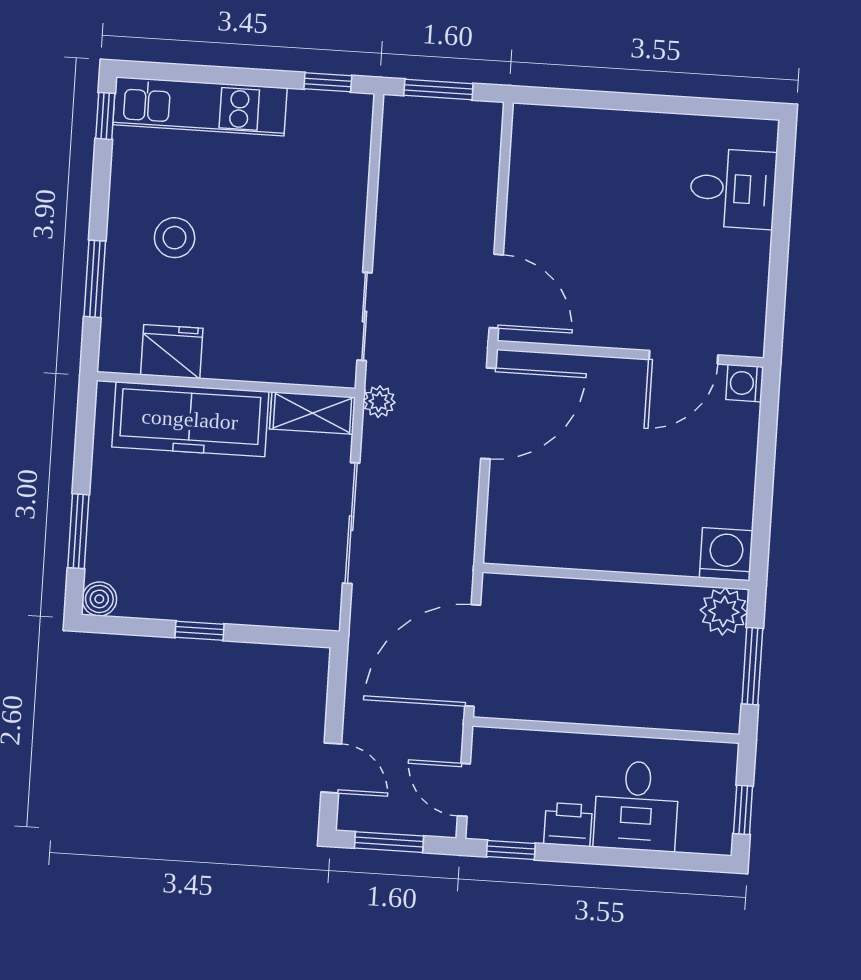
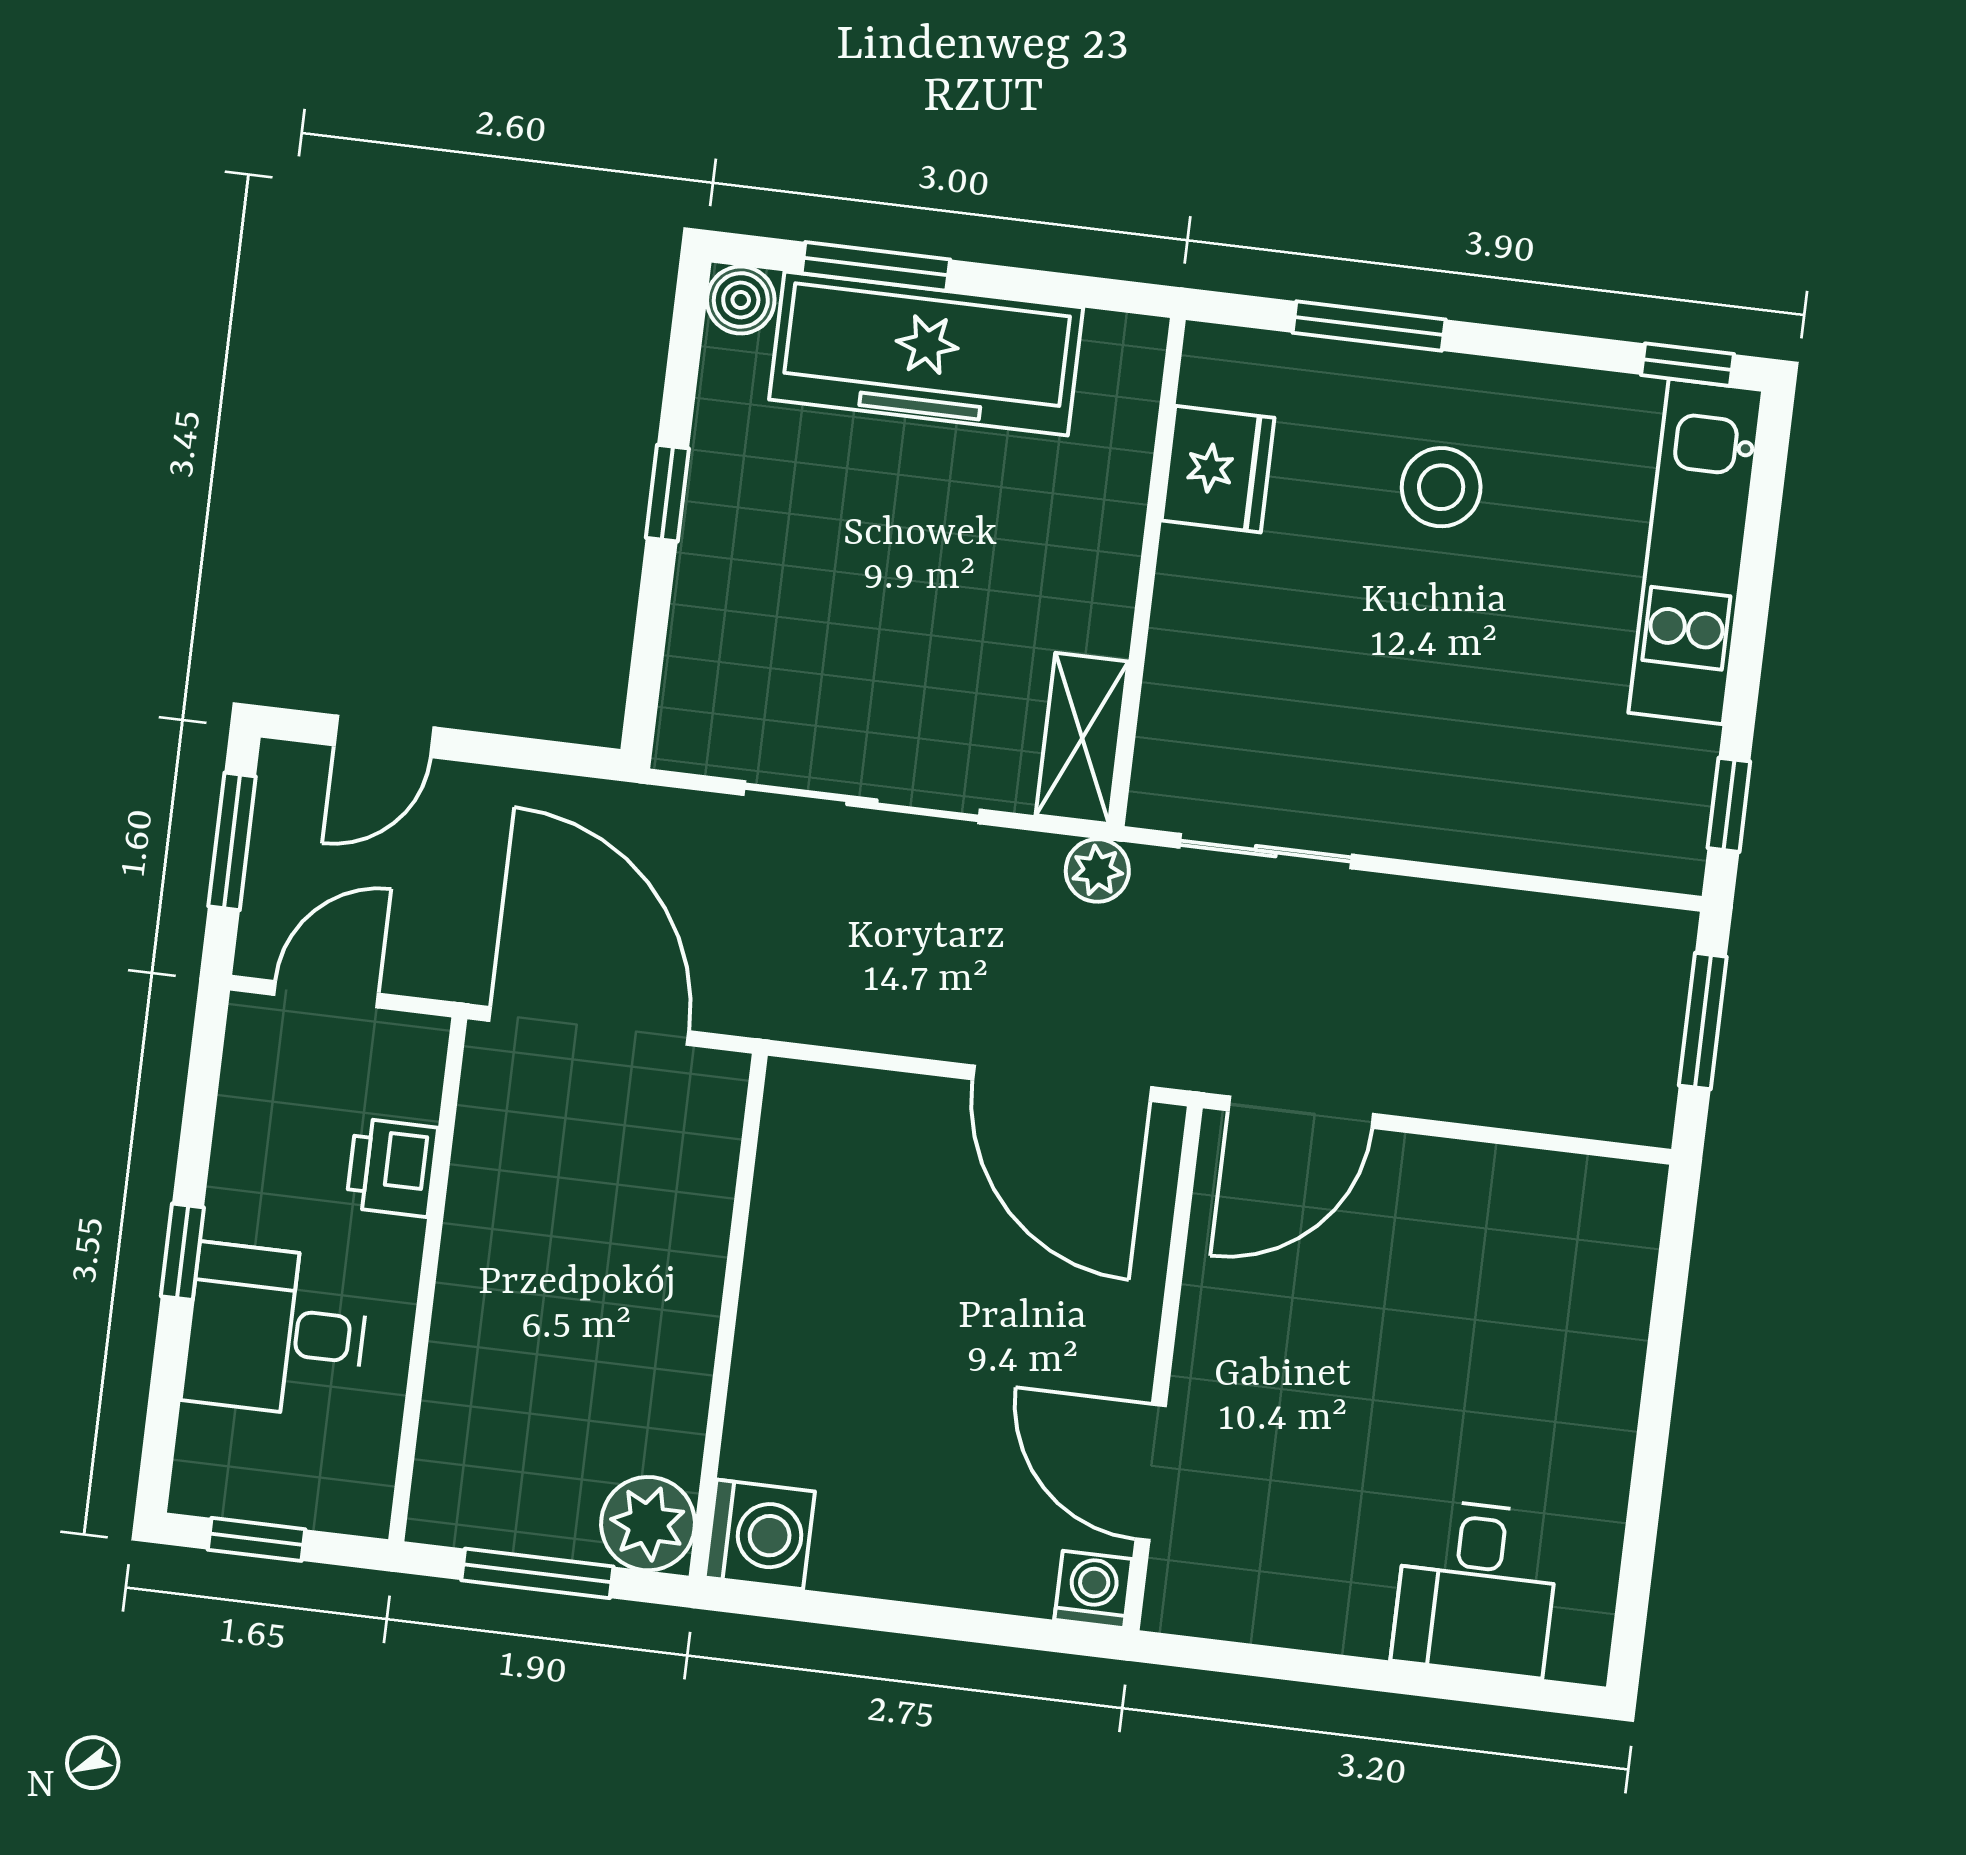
freezer: (190, 419) -> (926, 354), moved, turned -90
printer: (568, 825) -> (392, 1168), moved, turned 180
window: (511, 850) -> (182, 1252), moved

